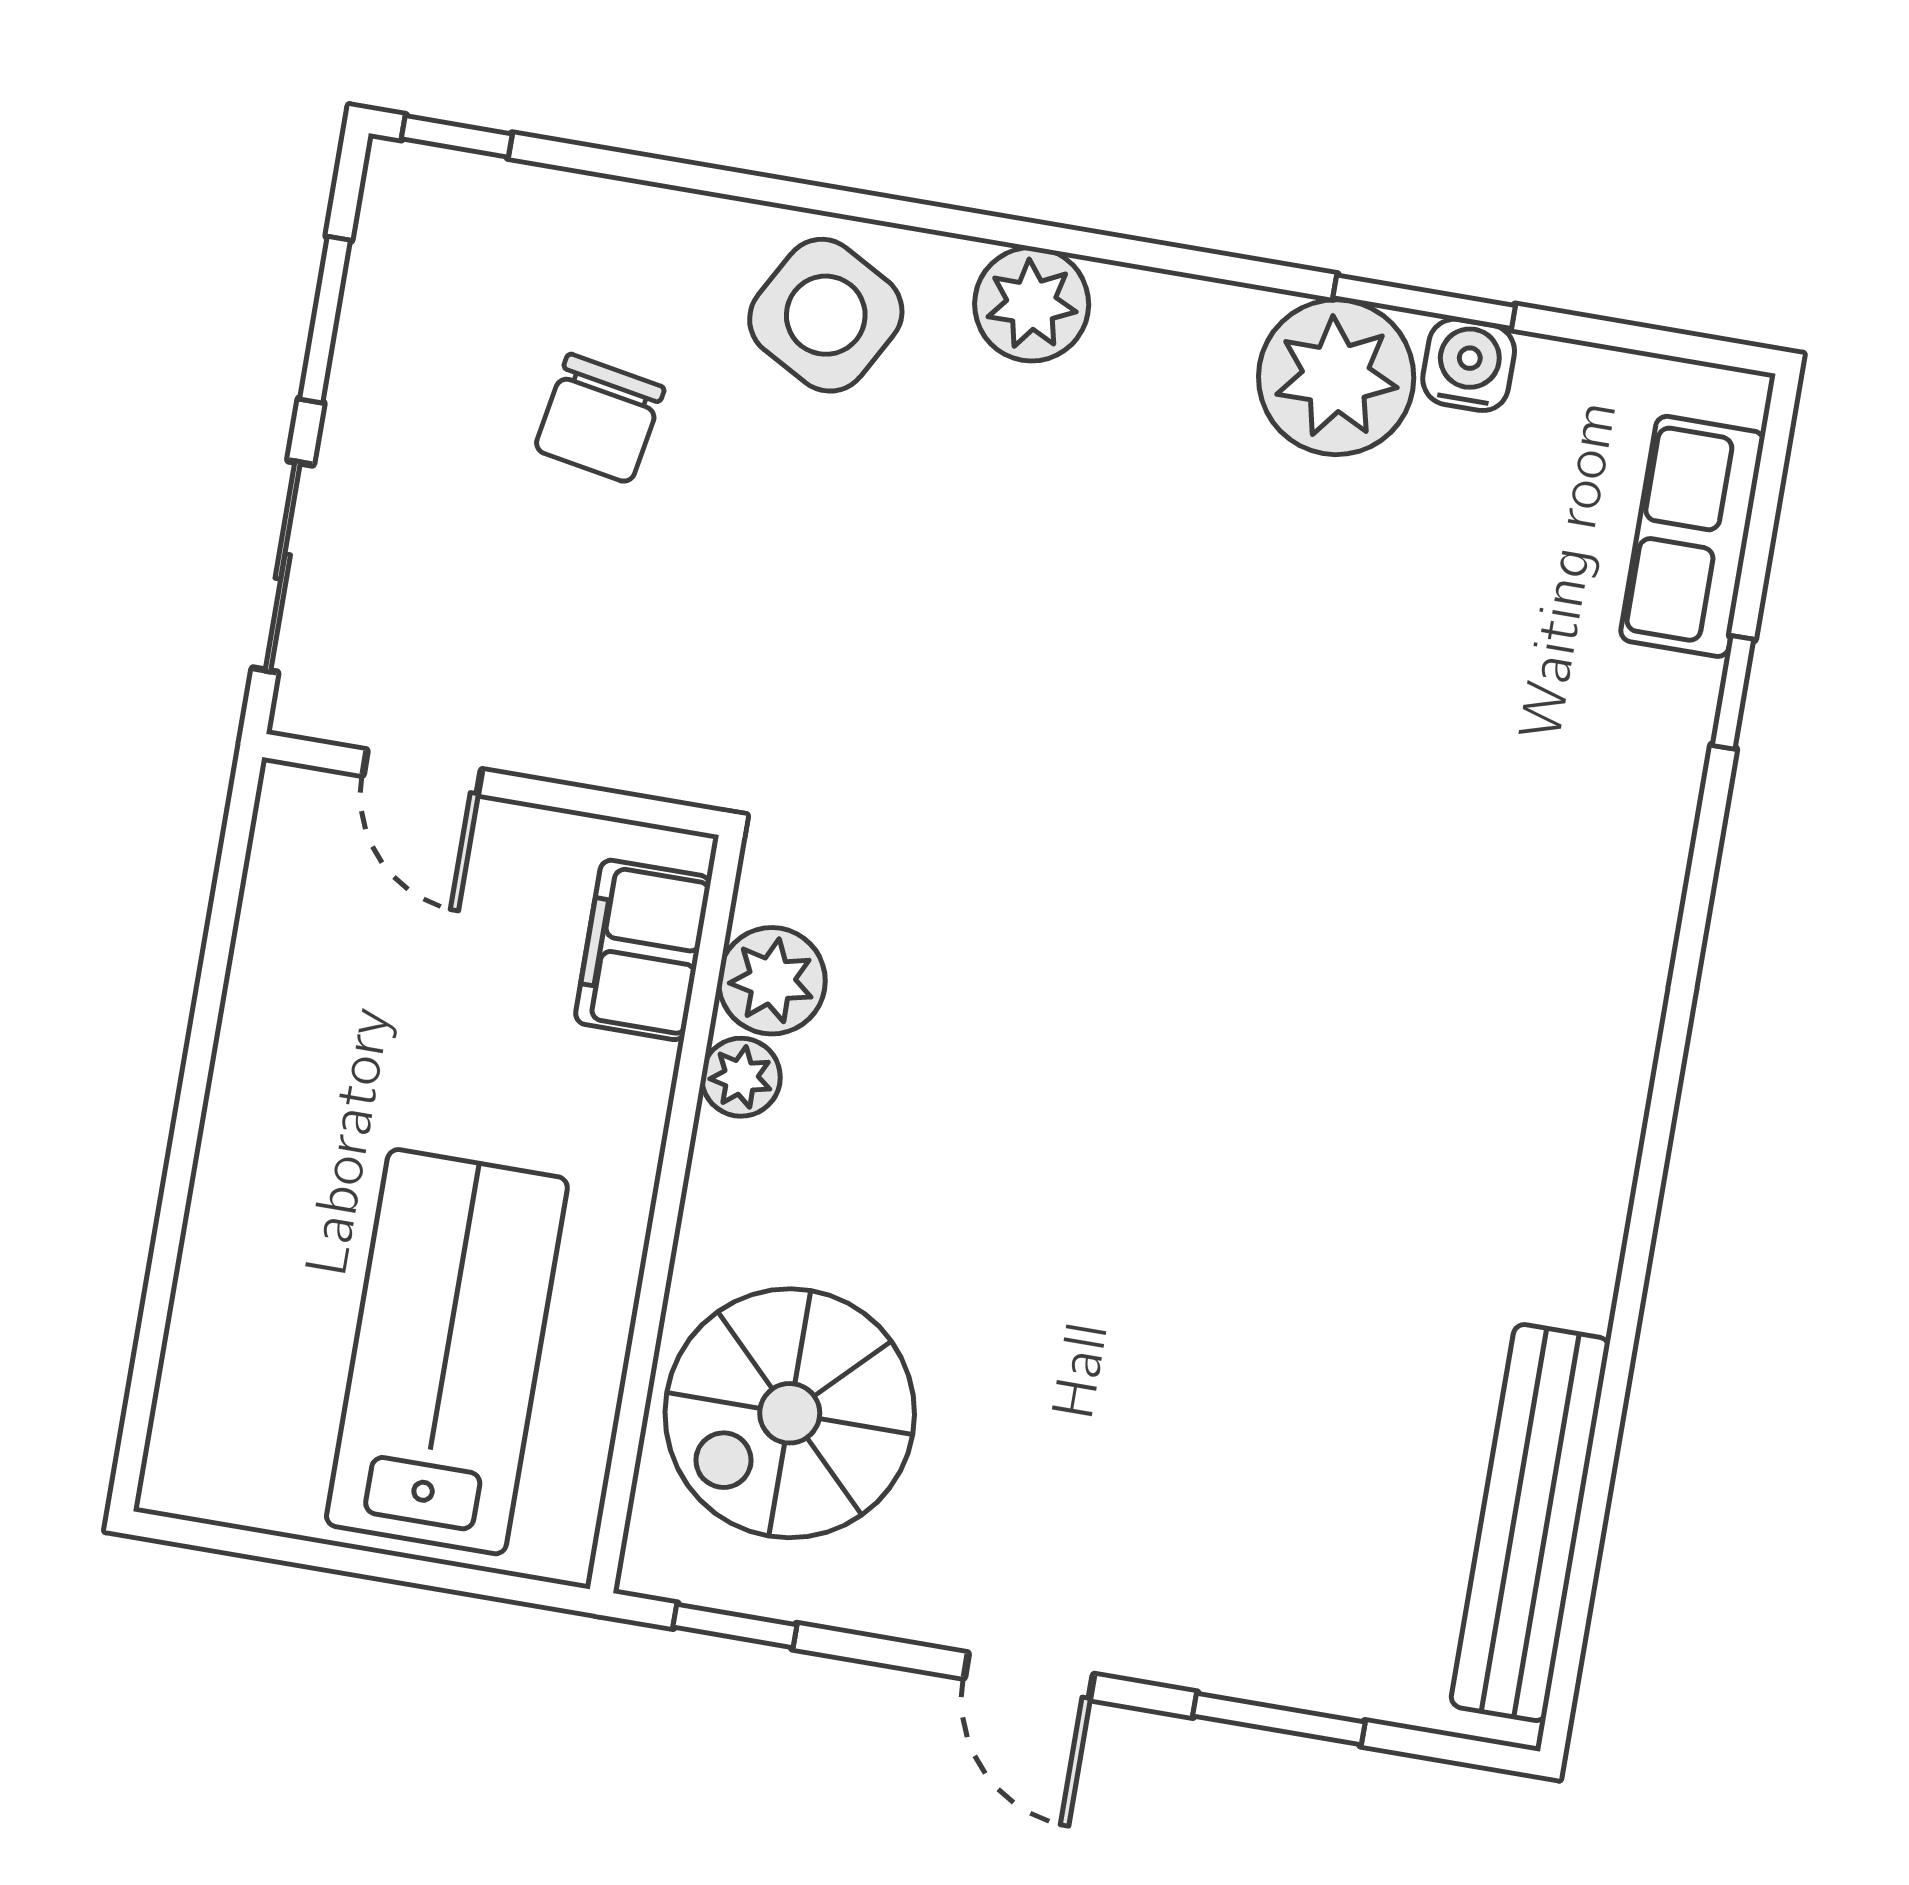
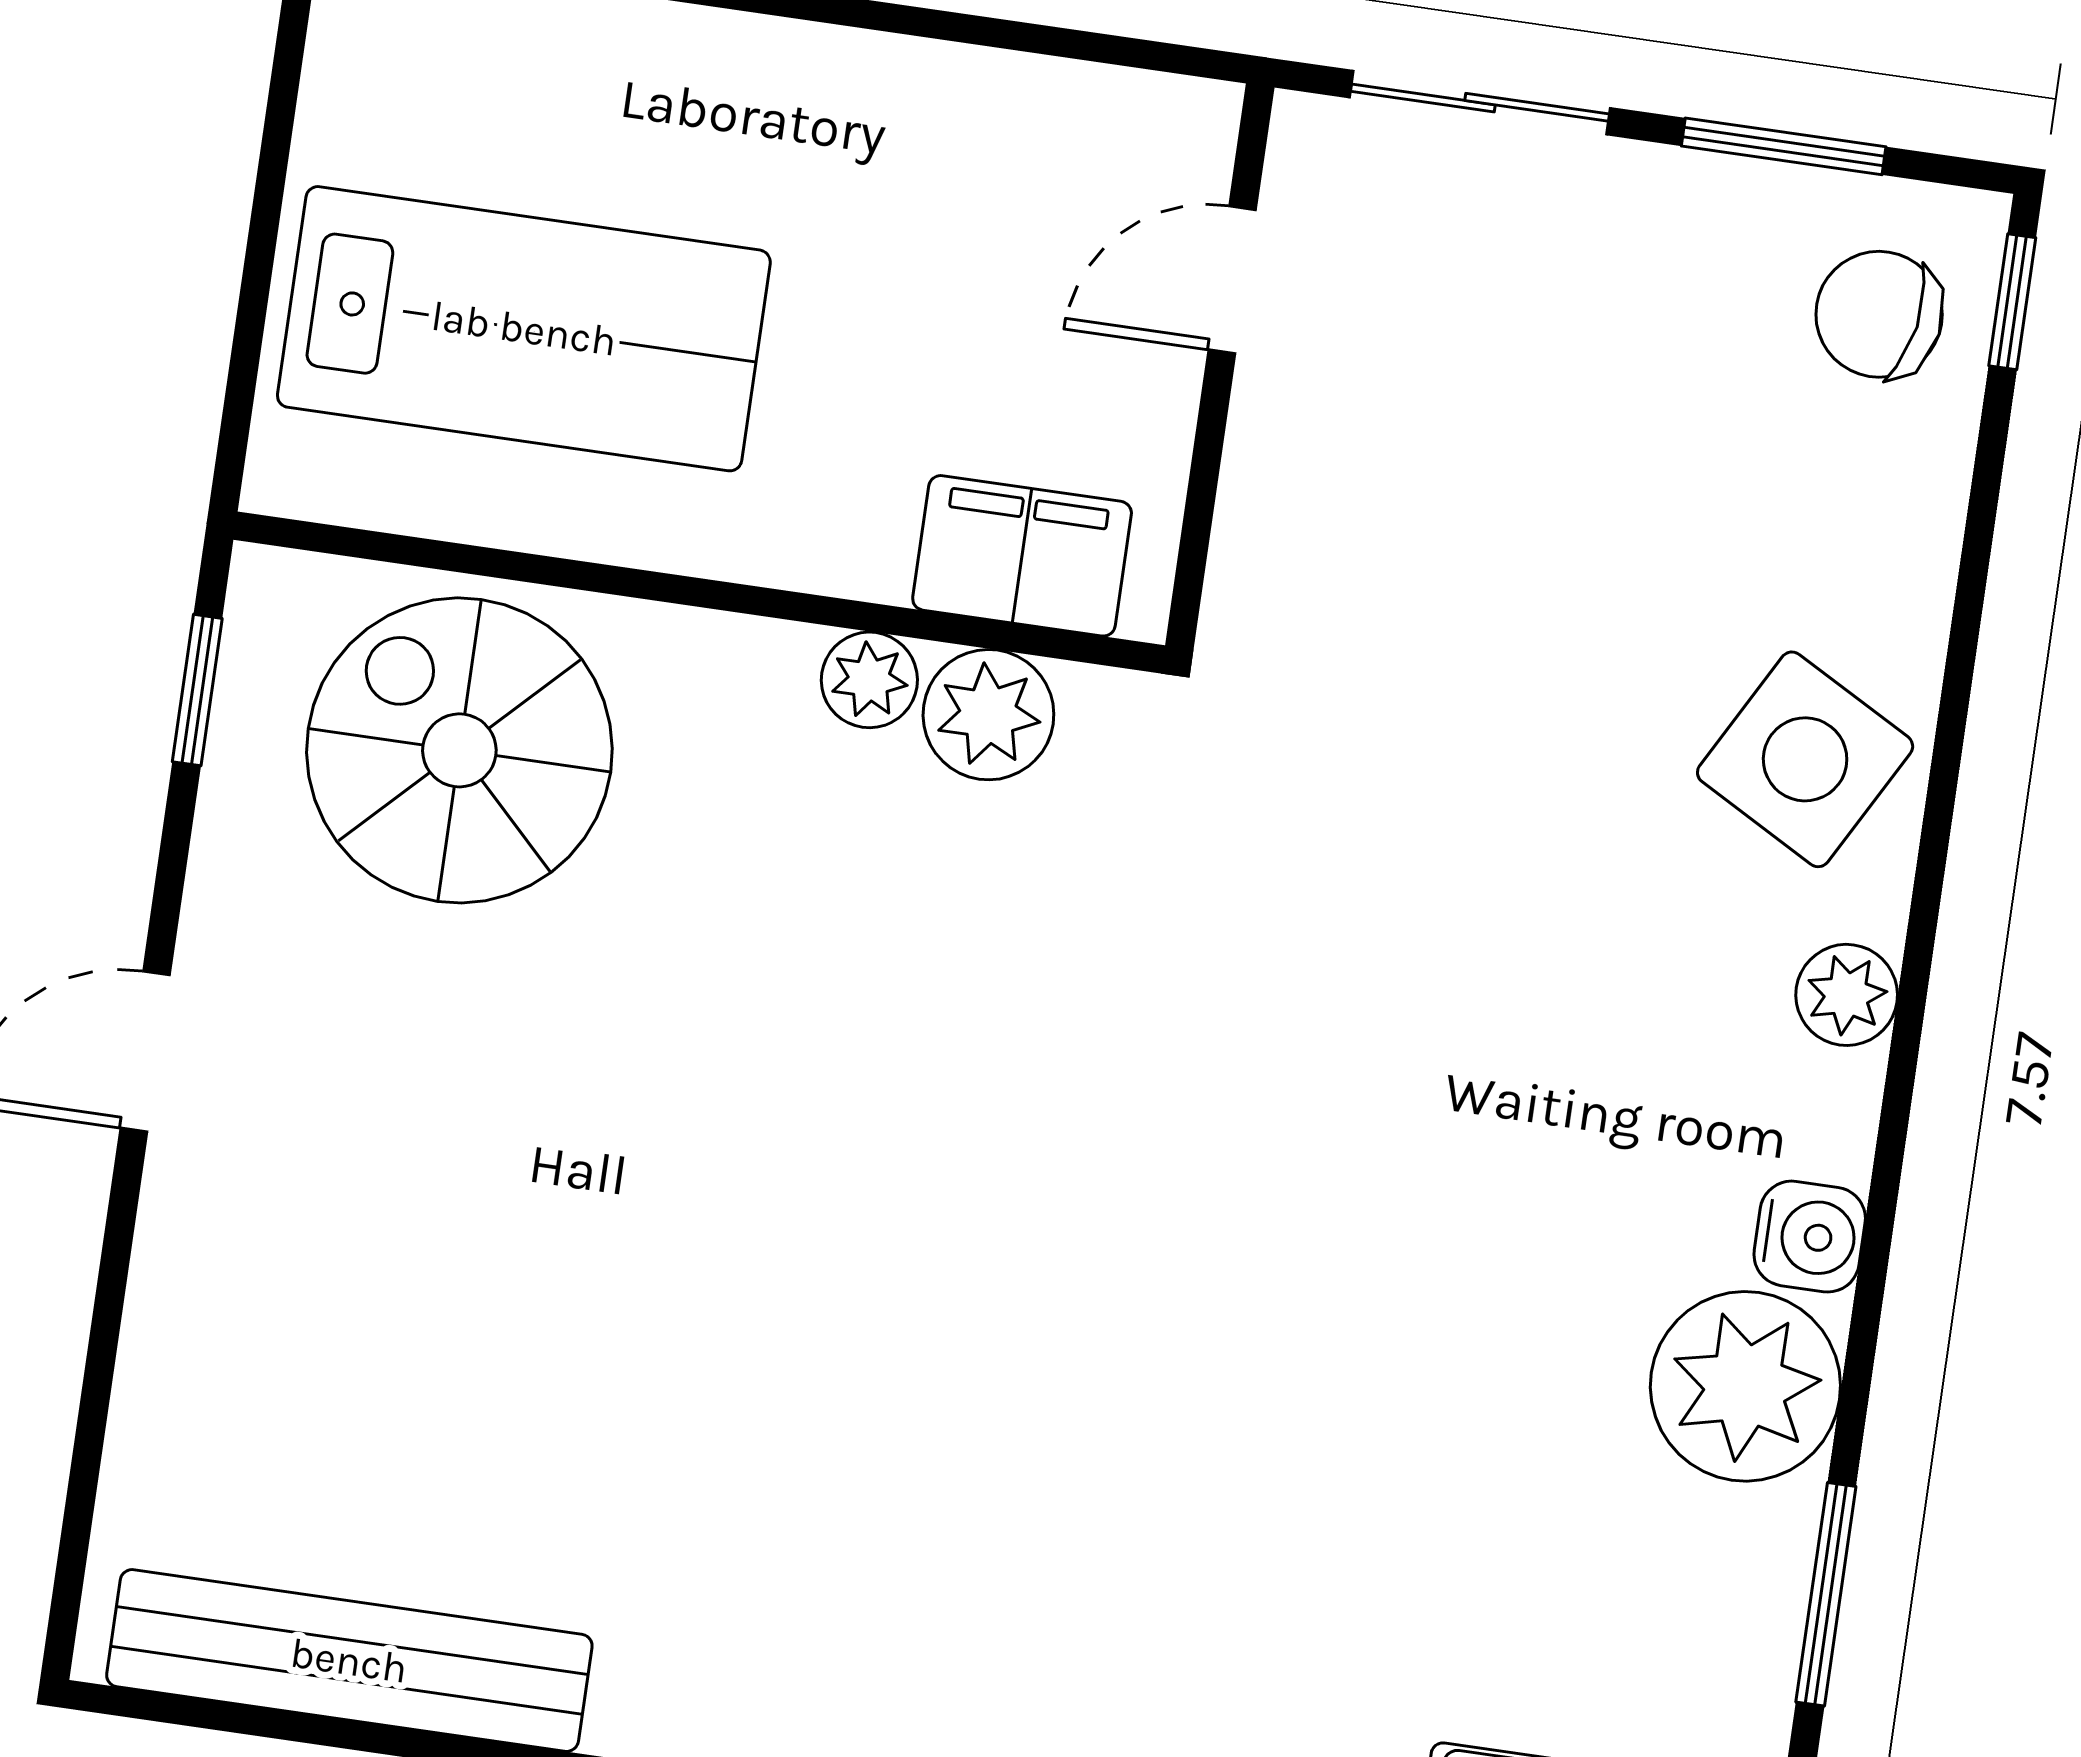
window: (1424, 302) -> (1826, 1594), moved
plant: (1032, 304) -> (1847, 995), width x0.73, depth x0.73
water cooler: (1469, 365) -> (1810, 1237), moved
chair: (599, 419) -> (1879, 314), moved
window: (1279, 1719) -> (101, 1359), removed

